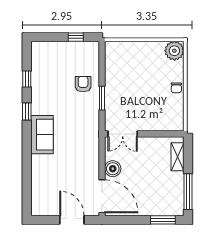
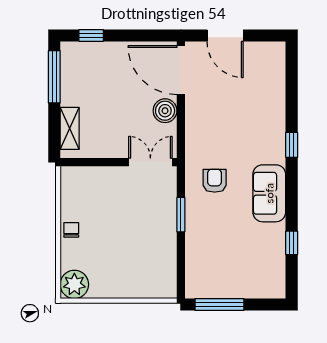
window: (76, 37) -> (219, 305), width x2.17
armchair: (83, 84) -> (215, 181), moved, turned 180
window: (27, 111) -> (292, 145), moved
sofa: (42, 135) -> (269, 193), moved
window: (163, 220) -> (91, 35), width x0.67

